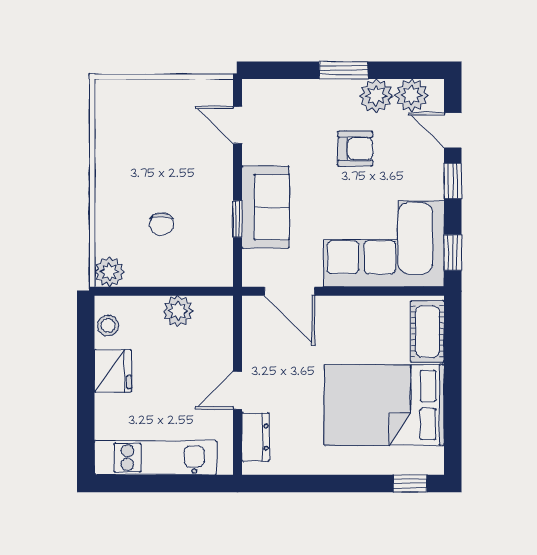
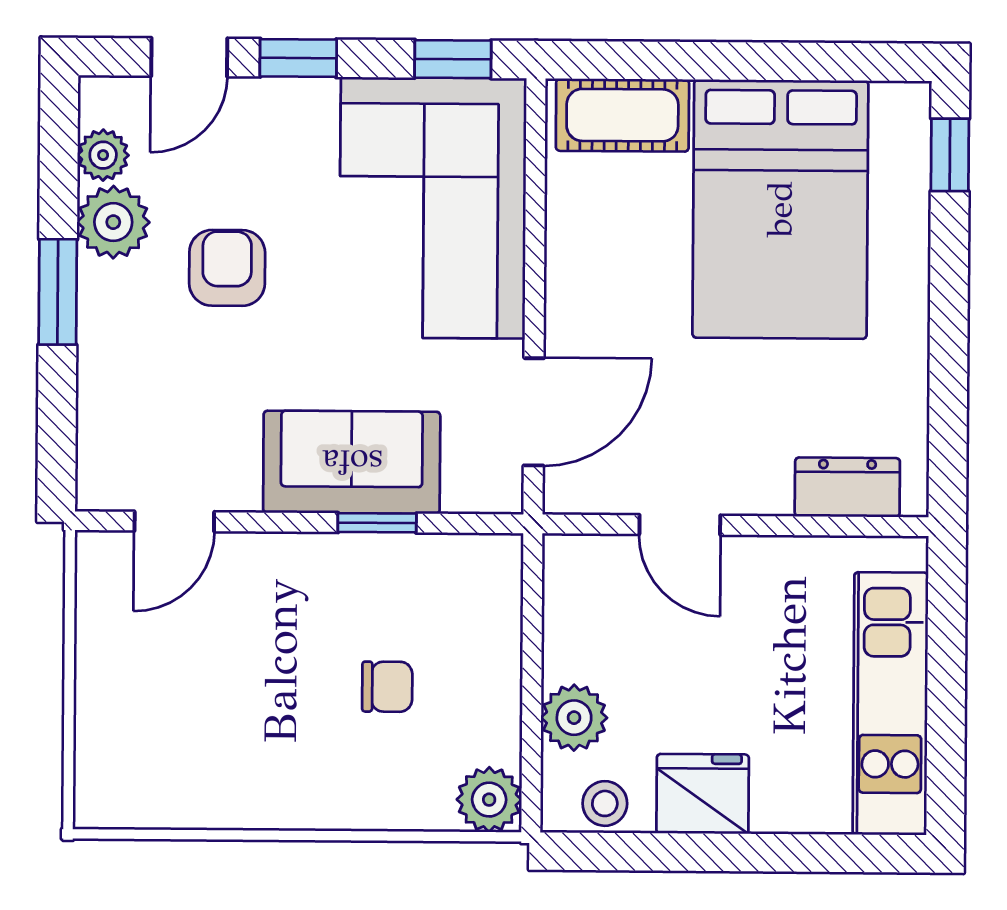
plant: (412, 95) -> (103, 155), width x0.73, depth x0.73
plant: (178, 311) -> (574, 718), moved
door: (238, 390) -> (680, 525), moved

